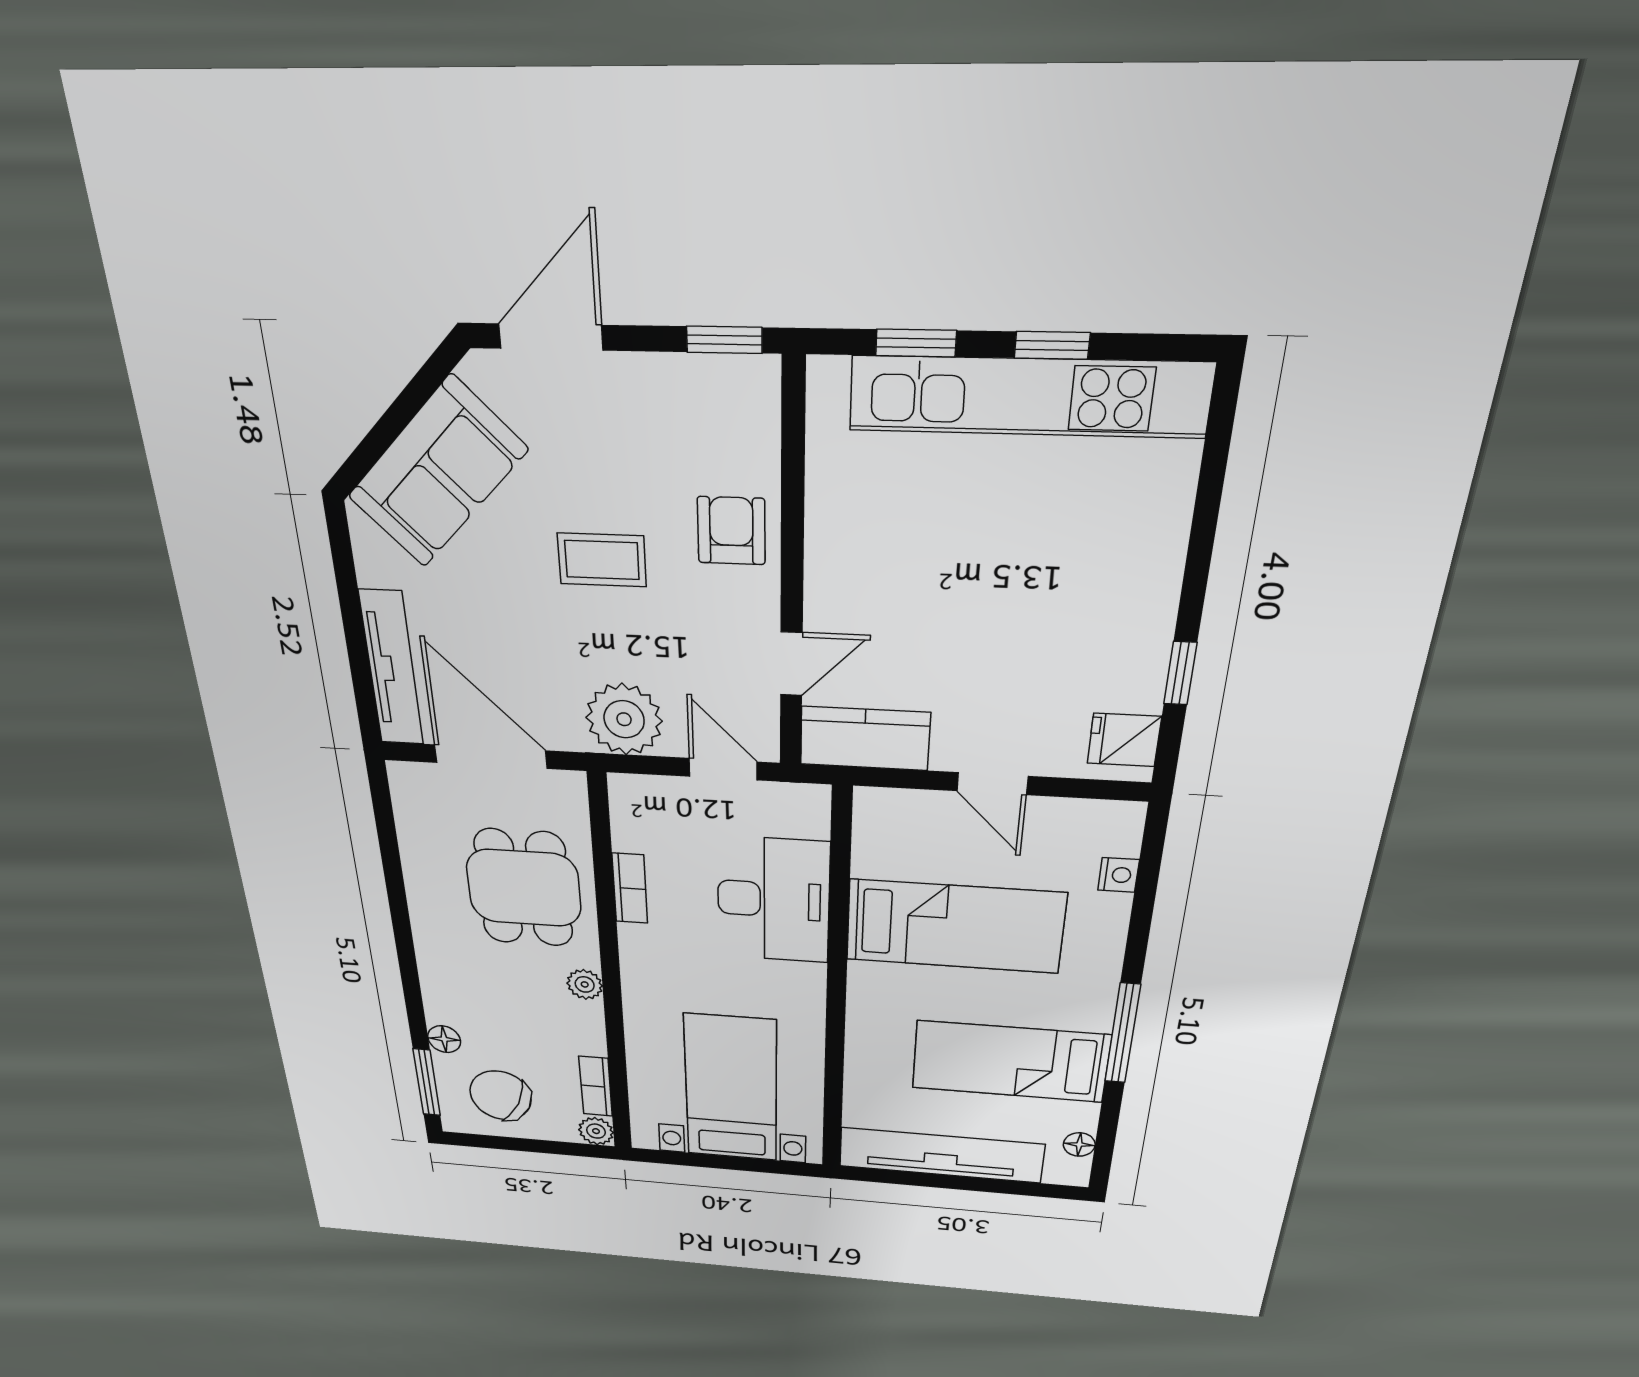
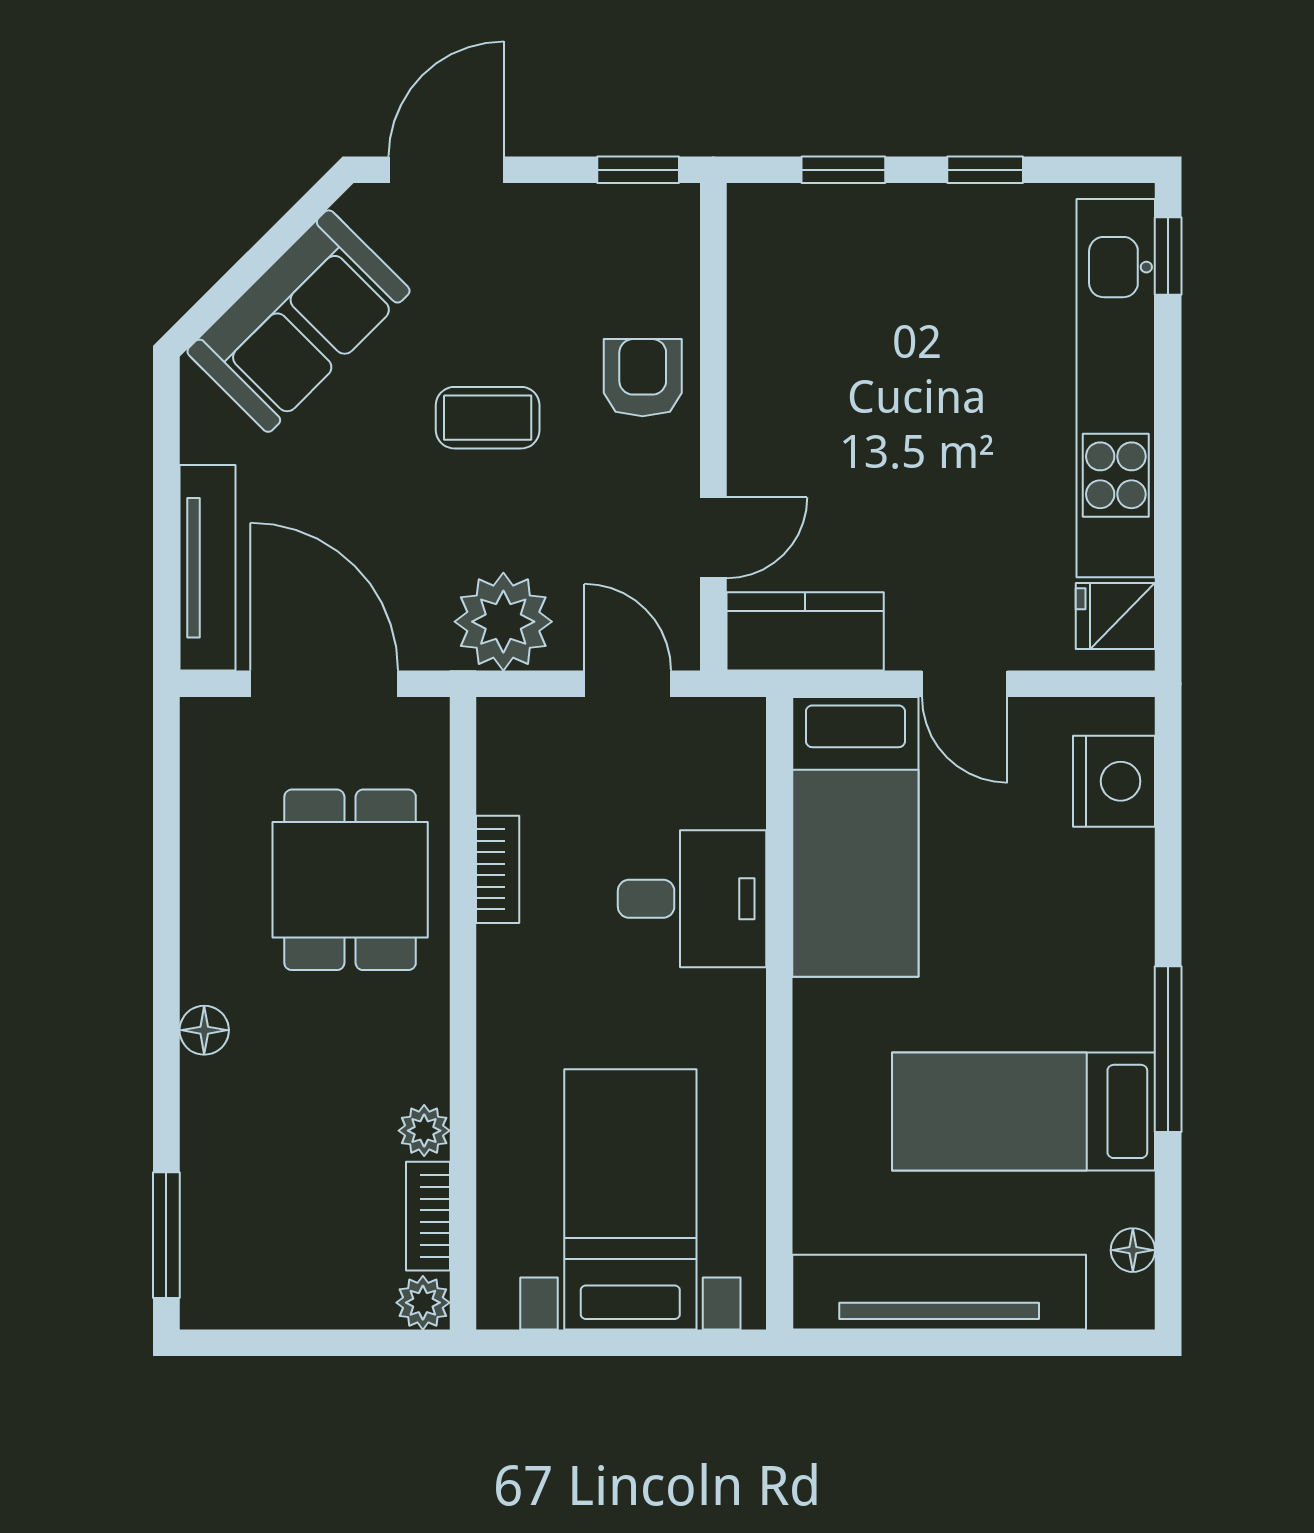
kitchen unit: (1028, 397) -> (1116, 388), moved, turned 90
window: (1180, 673) -> (1168, 256), moved
nightstand: (1119, 875) -> (1114, 781), width x1.89, depth x1.79
desk: (773, 900) -> (692, 899), width x0.73
bed: (955, 926) -> (855, 837), moved, turned 90
plant: (585, 984) -> (424, 1131), moved
floor lamp: (444, 1039) -> (204, 1030), moved
chair: (501, 1095) -> (280, 1249), removed

